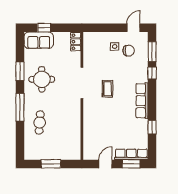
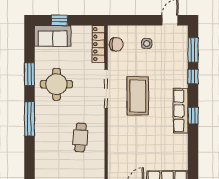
locker: (76, 42) -> (98, 44), width x1.53
chair: (129, 51) -> (116, 44), moved
coffee table: (107, 89) -> (138, 96), width x1.86, depth x1.72
cafe table: (40, 123) -> (80, 137), moved
window: (152, 127) -> (193, 116), moved

